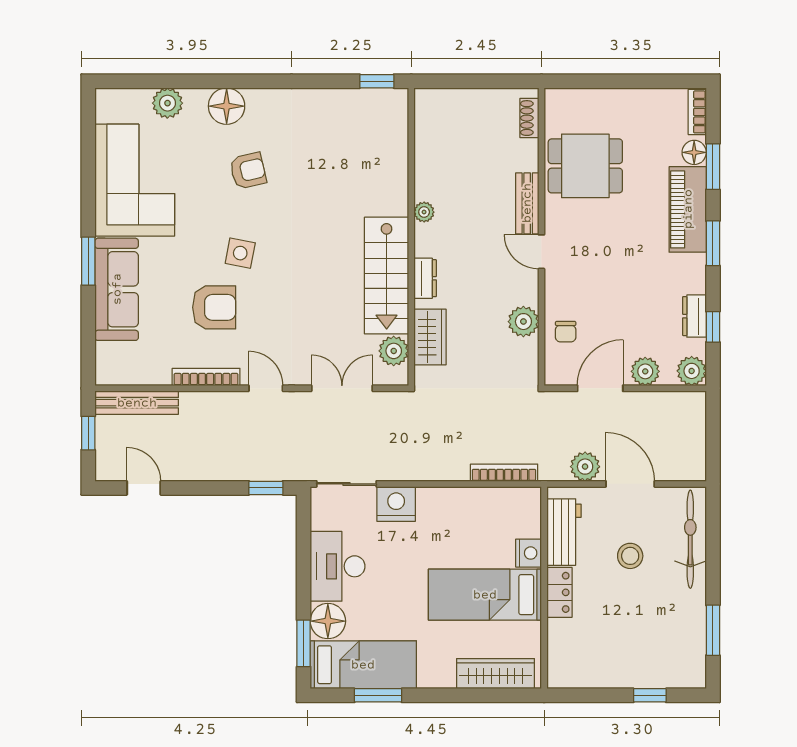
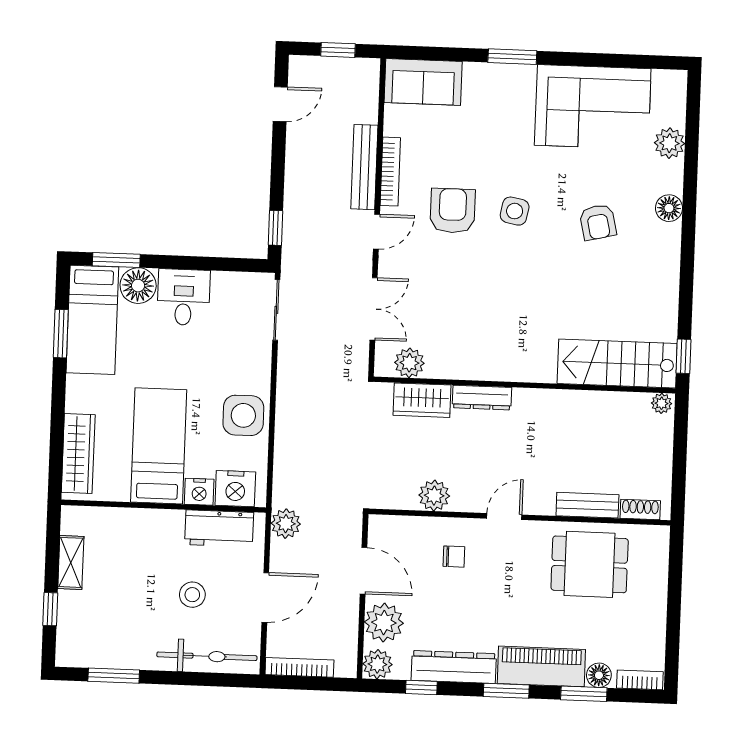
floor lamp: (227, 106) -> (669, 208), width x0.73, depth x0.73
dining table: (585, 166) -> (590, 564), turned 90
bench: (527, 203) -> (587, 505), moved
plant: (424, 212) -> (662, 403), moved
stairs: (387, 276) -> (617, 364), moved
dresser: (425, 278) -> (482, 398), width x1.44
sofa: (117, 289) -> (423, 82), moved, width x0.73
armchair: (214, 307) -> (453, 211), moved, turned 180
dresser: (694, 316) -> (454, 667), width x1.96, depth x1.24
chair: (566, 332) -> (454, 557), moved, turned 180
plant: (645, 371) -> (384, 623), width x1.36, depth x1.36
bench: (137, 403) -> (364, 167), moved
plant: (585, 467) -> (286, 524), moved
bookcase: (504, 473) -> (299, 667), moved, turned -90
nightstand: (396, 504) -> (235, 489), moved, turned 90
side table: (452, 512) -> (243, 415), added
desk: (338, 566) -> (184, 297), width x0.73
locker: (559, 592) -> (158, 521), removed
shelving: (603, 677) -> (71, 562), added

